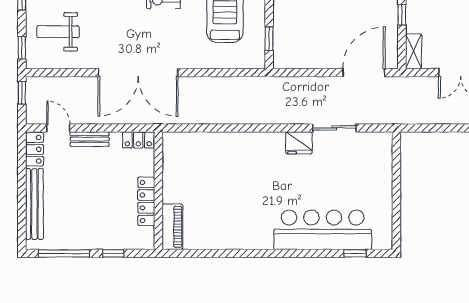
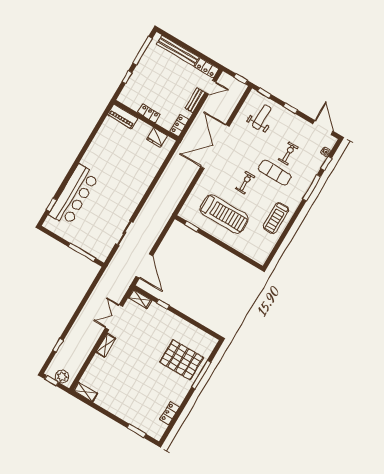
fridge: (299, 143) -> (157, 138), moved, turned -90
window: (396, 171) -> (82, 252), added
locker: (146, 201) -> (149, 113), width x0.66

